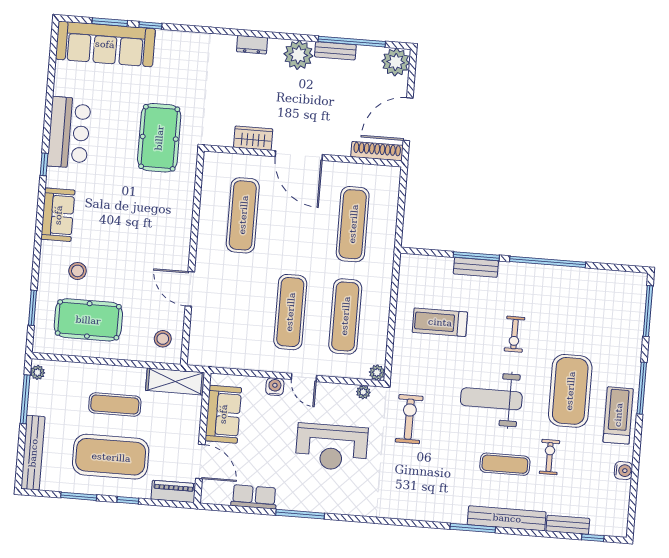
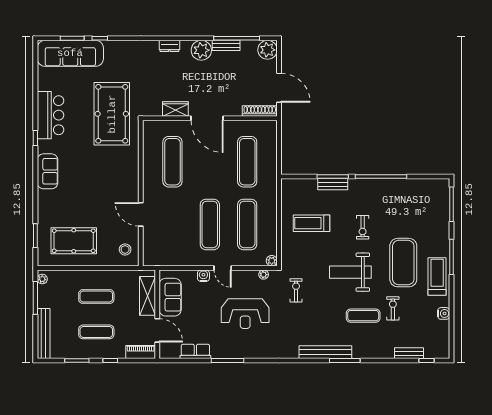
door: (408, 119) -> (279, 88), swing flipped
pool table: (159, 138) -> (112, 114), width x1.36, depth x1.32
stool: (78, 271) -> (64, 208), removed
shelving: (175, 381) -> (147, 296), moved, turned 90
exercise bike: (409, 419) -> (296, 290), width x0.73, depth x0.72
exercise mat: (111, 457) -> (96, 332), width x0.50, depth x0.69
bench: (507, 518) -> (325, 352), moved

